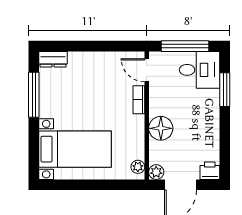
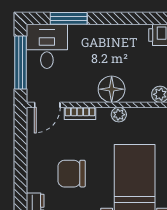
chair: (85, 92) -> (72, 174), added
plant: (138, 167) -> (119, 115), moved

